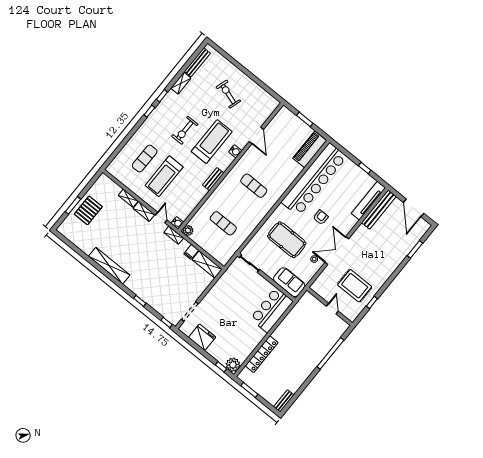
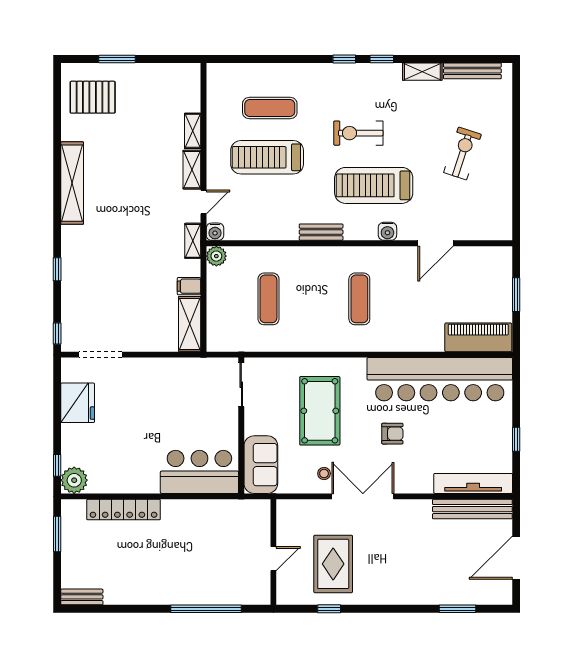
treadmill: (212, 142) -> (374, 185), turned 180
pallet: (88, 210) -> (93, 97), moved

